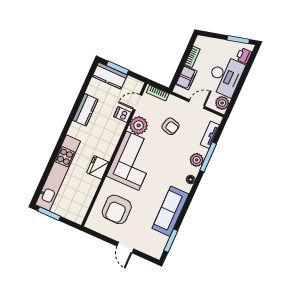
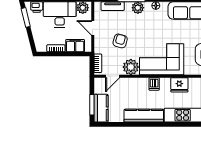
door: (137, 102) -> (113, 76), hinge flipped
kitchen counter: (85, 110) -> (144, 116), width x1.50
dishwasher: (122, 115) -> (154, 84), moved

